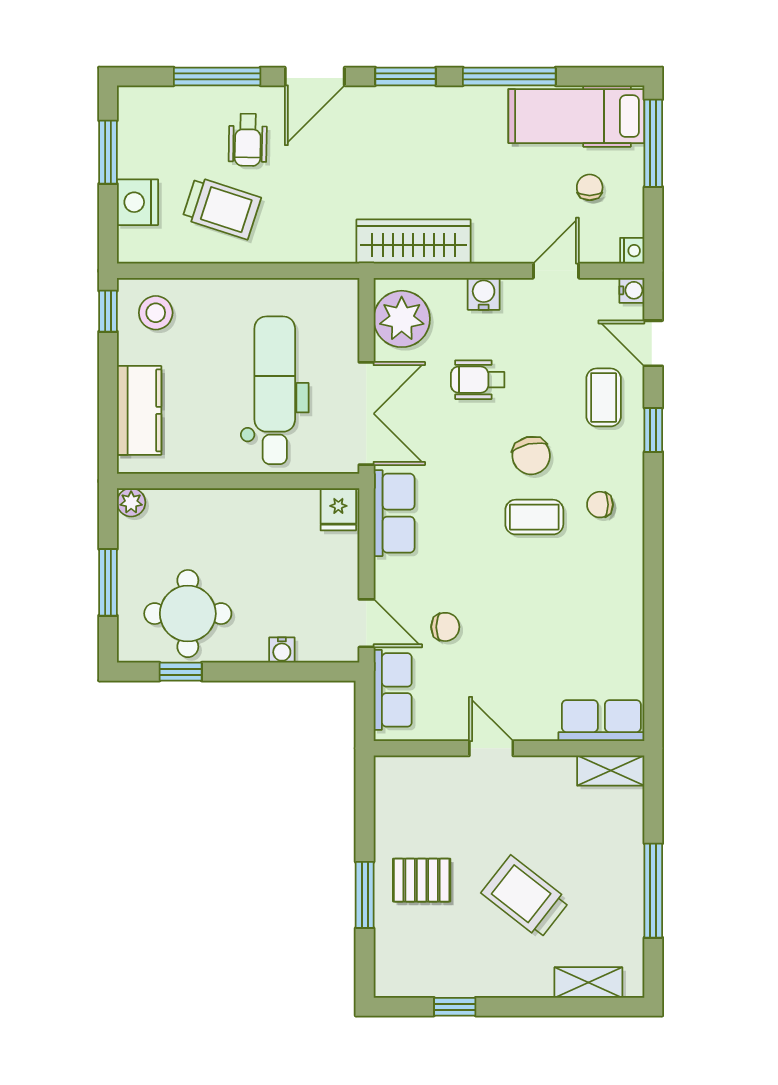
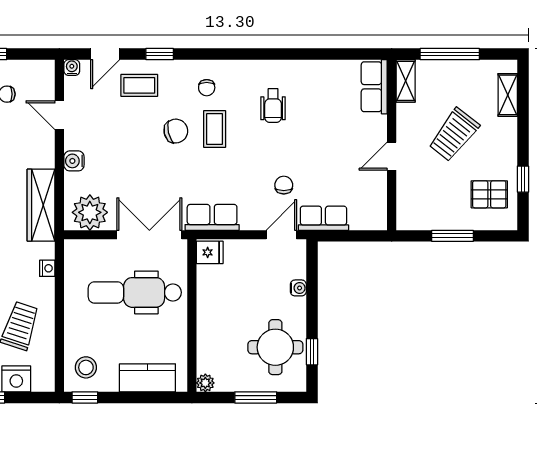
nightstand: (632, 251) -> (47, 268), moved, turned 90
wheelchair: (478, 380) -> (273, 106), moved
row of seats: (601, 721) -> (374, 87), moved
door: (491, 748) -> (392, 156), moved
wall: (509, 748) -> (392, 145), moved
shelving: (611, 771) -> (406, 81), moved
pallet: (422, 880) -> (489, 194), moved, turned 90

